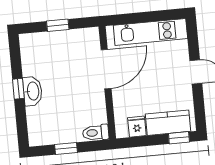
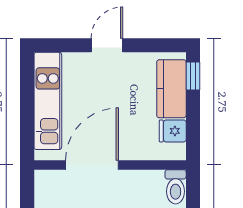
door: (106, 69) -> (92, 165), hinge flipped

